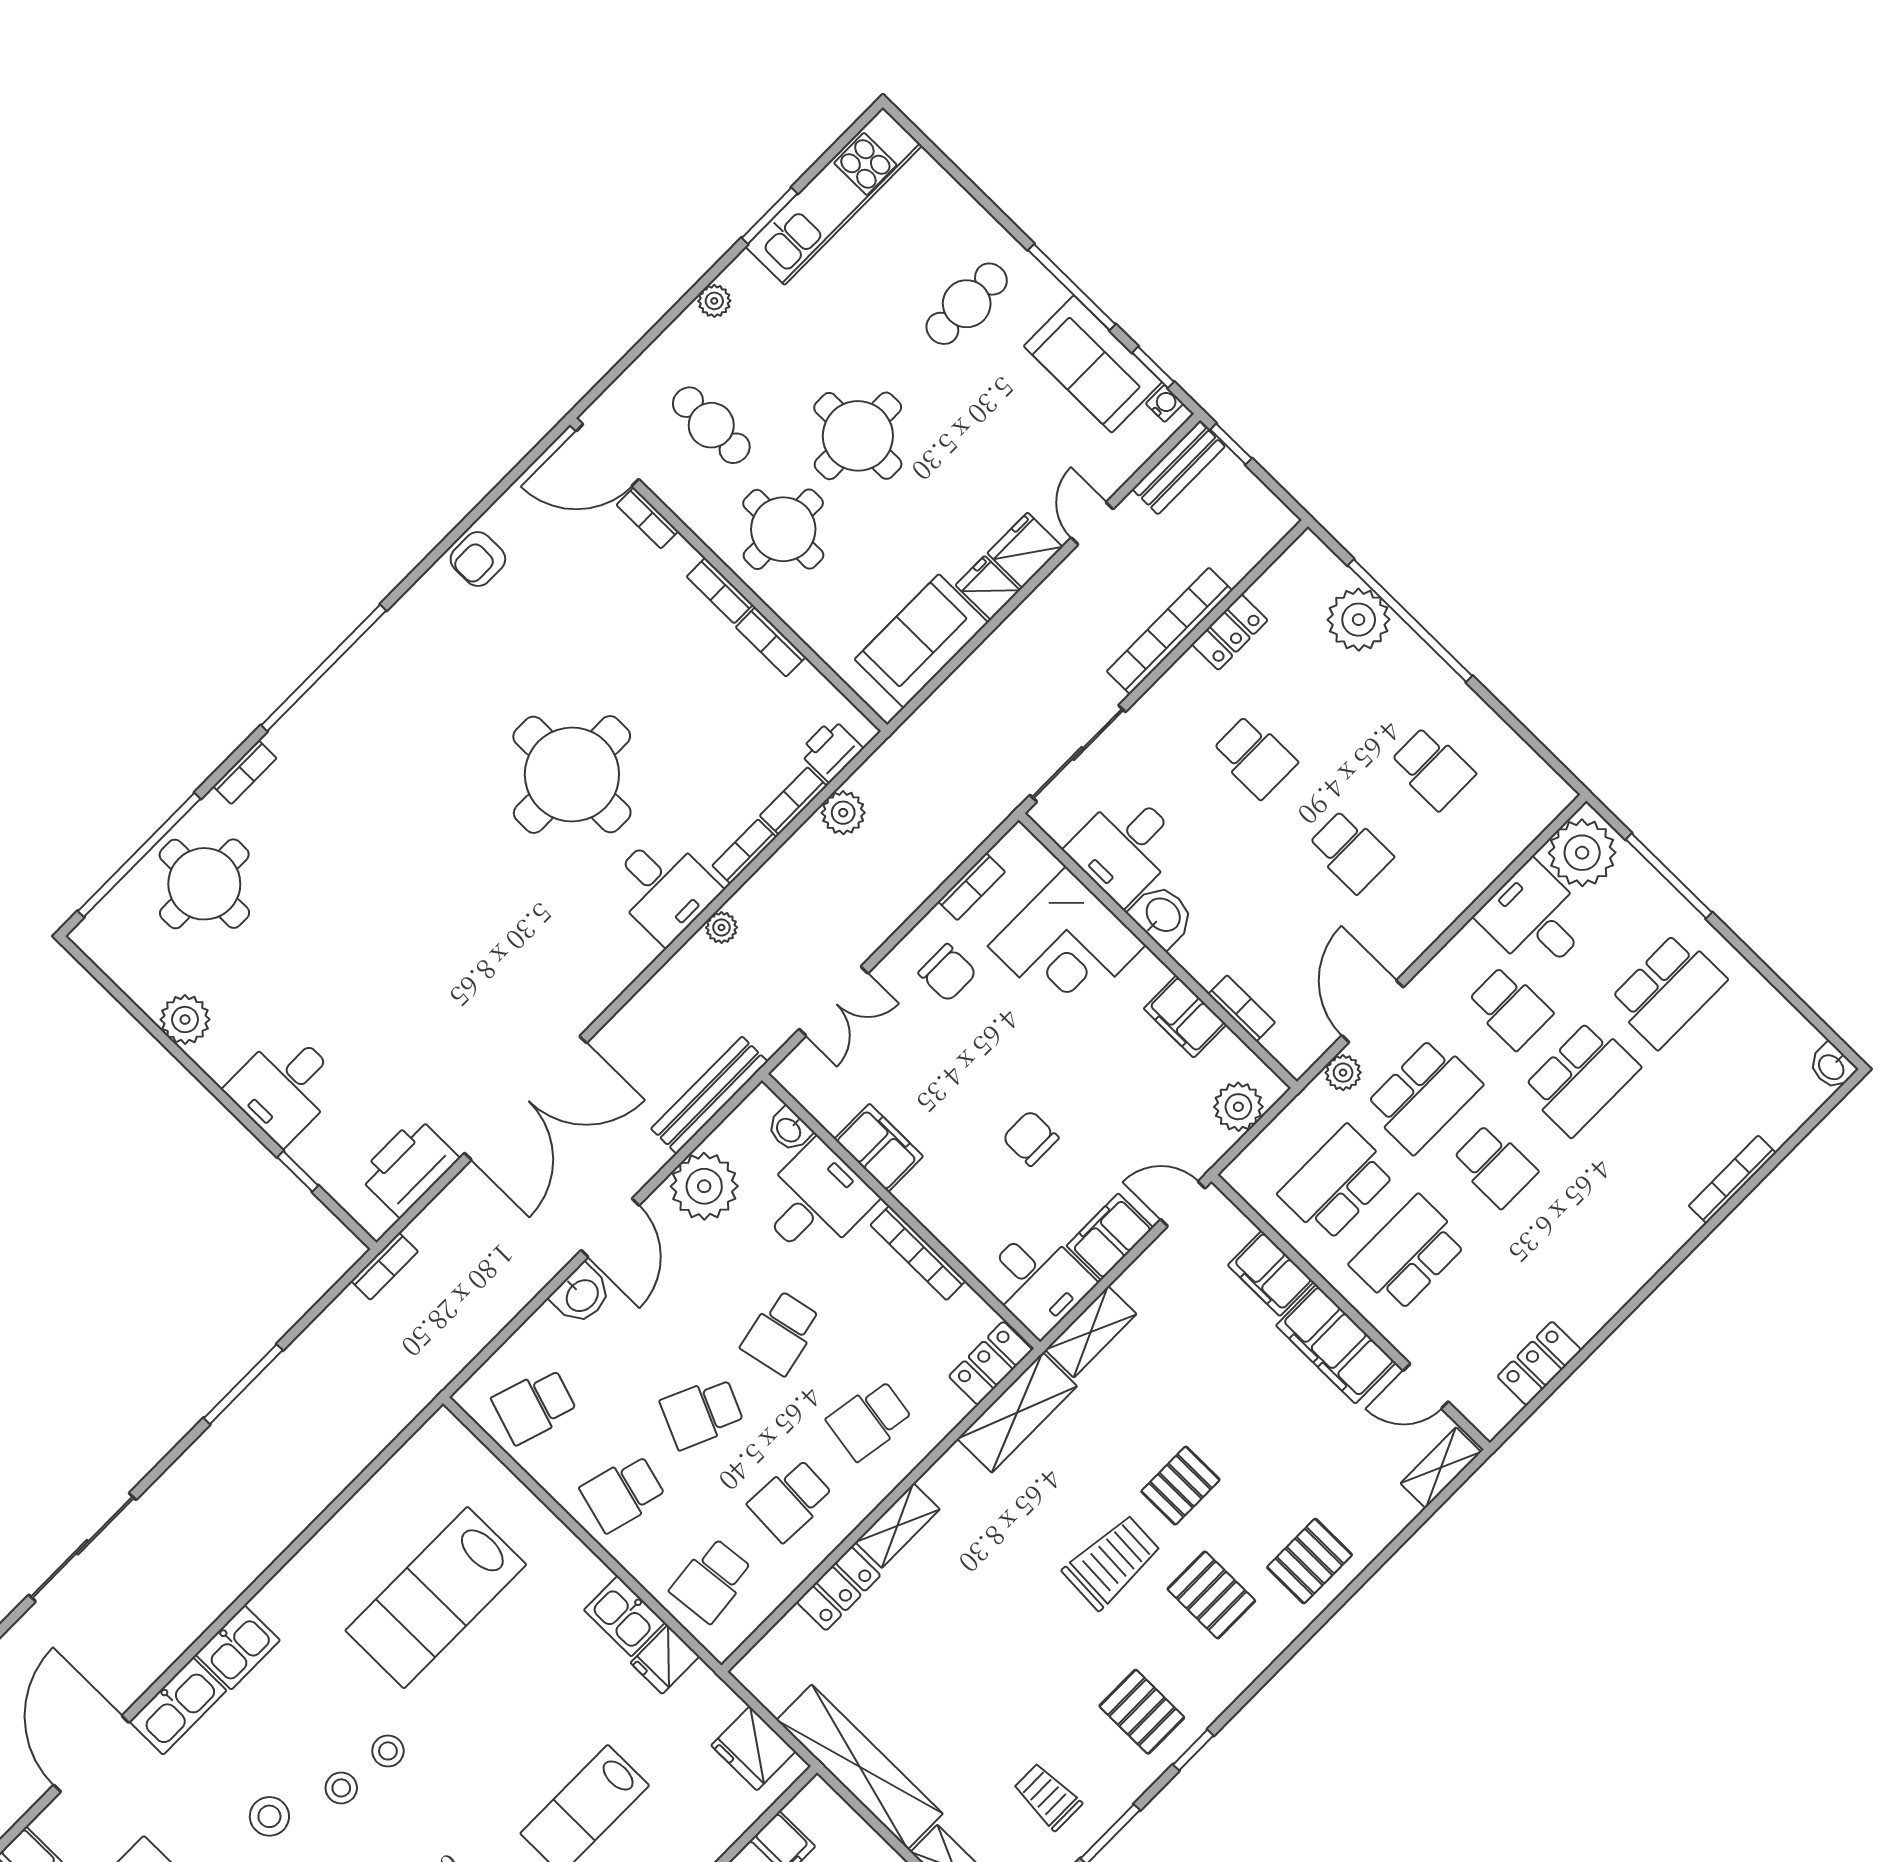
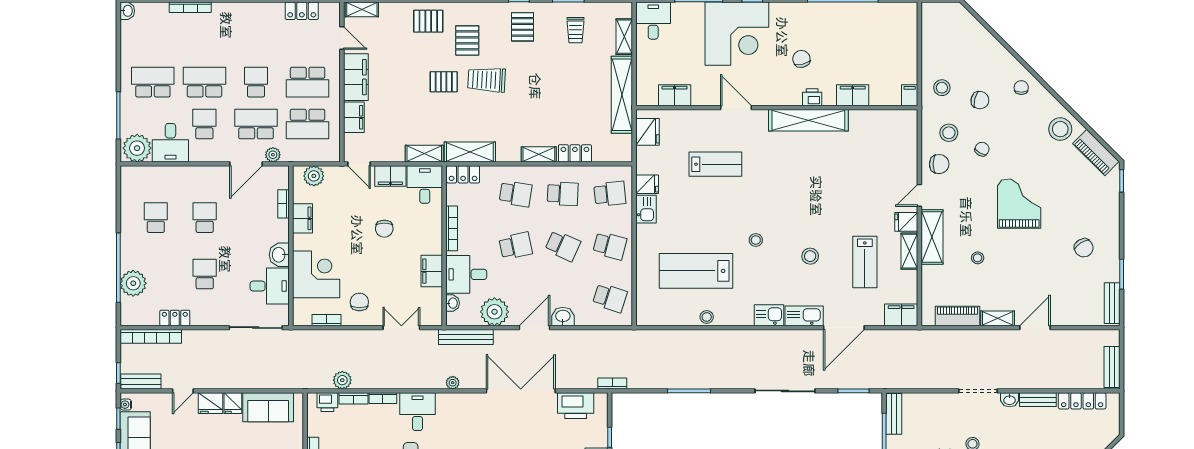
bookcase: (1169, 631) -> (151, 336), moved
plant: (721, 927) -> (453, 383), moved
lab bench: (436, 1598) -> (696, 271), turned 180
stool: (341, 1788) -> (707, 317), moved

